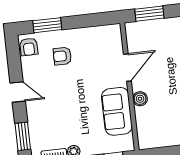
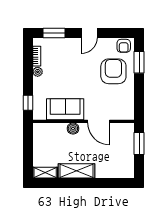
armchair: (29, 47) -> (124, 46), turned -90
armchair: (62, 56) -> (113, 71), width x1.88, depth x1.88

